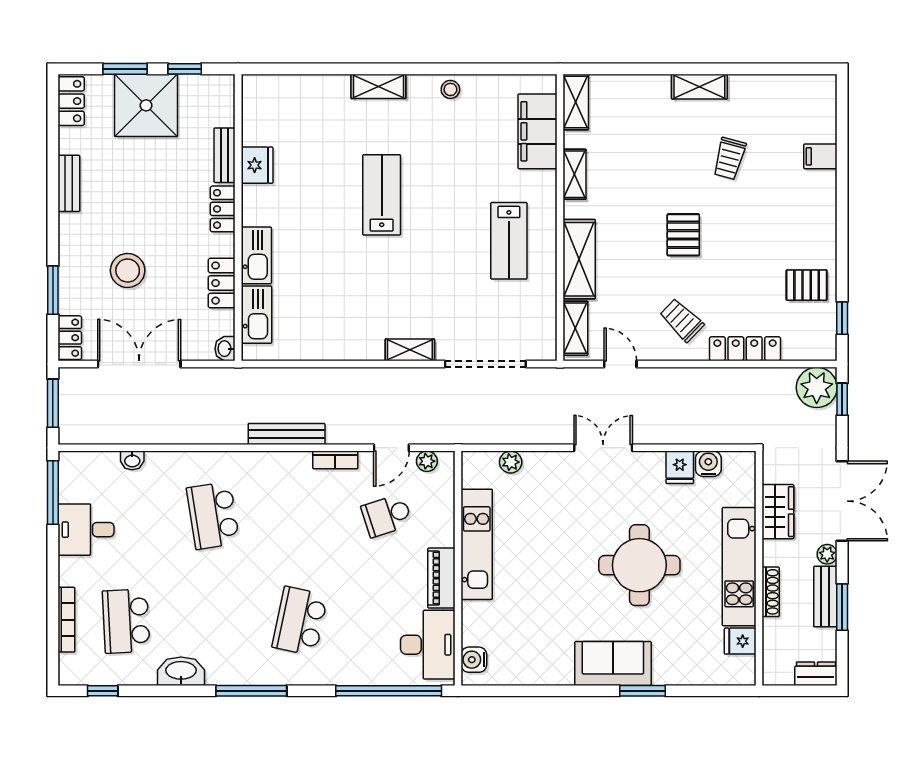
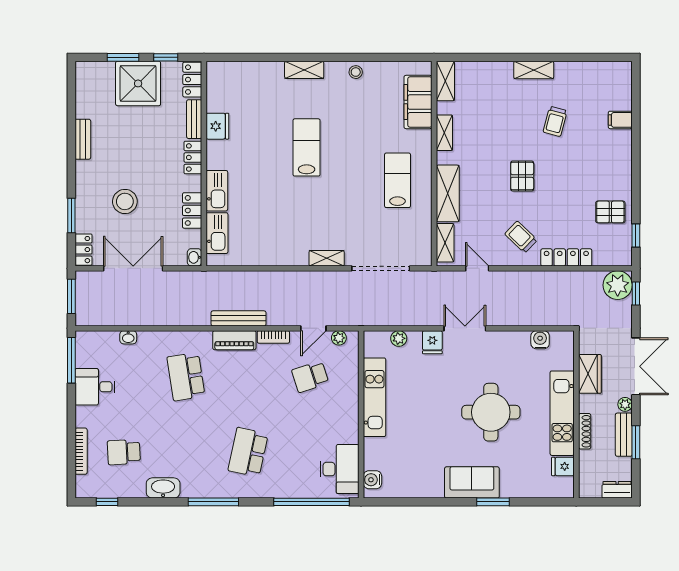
locker: (71, 101) -> (192, 80), moved, turned 180
lab bench: (509, 241) -> (398, 180), turned 180
fridge: (680, 467) -> (432, 342), moved
piano: (441, 578) -> (234, 340), moved, turned -90
school desk: (126, 621) -> (124, 452), width x0.54

